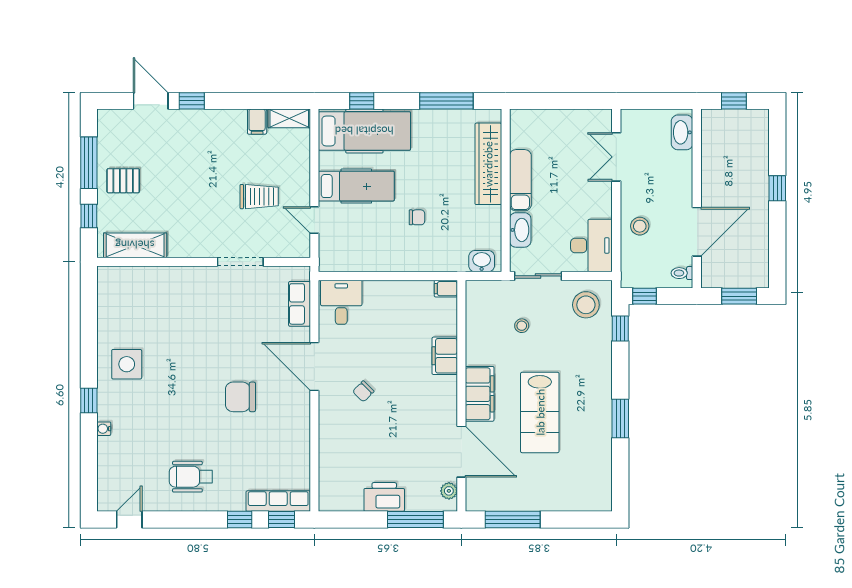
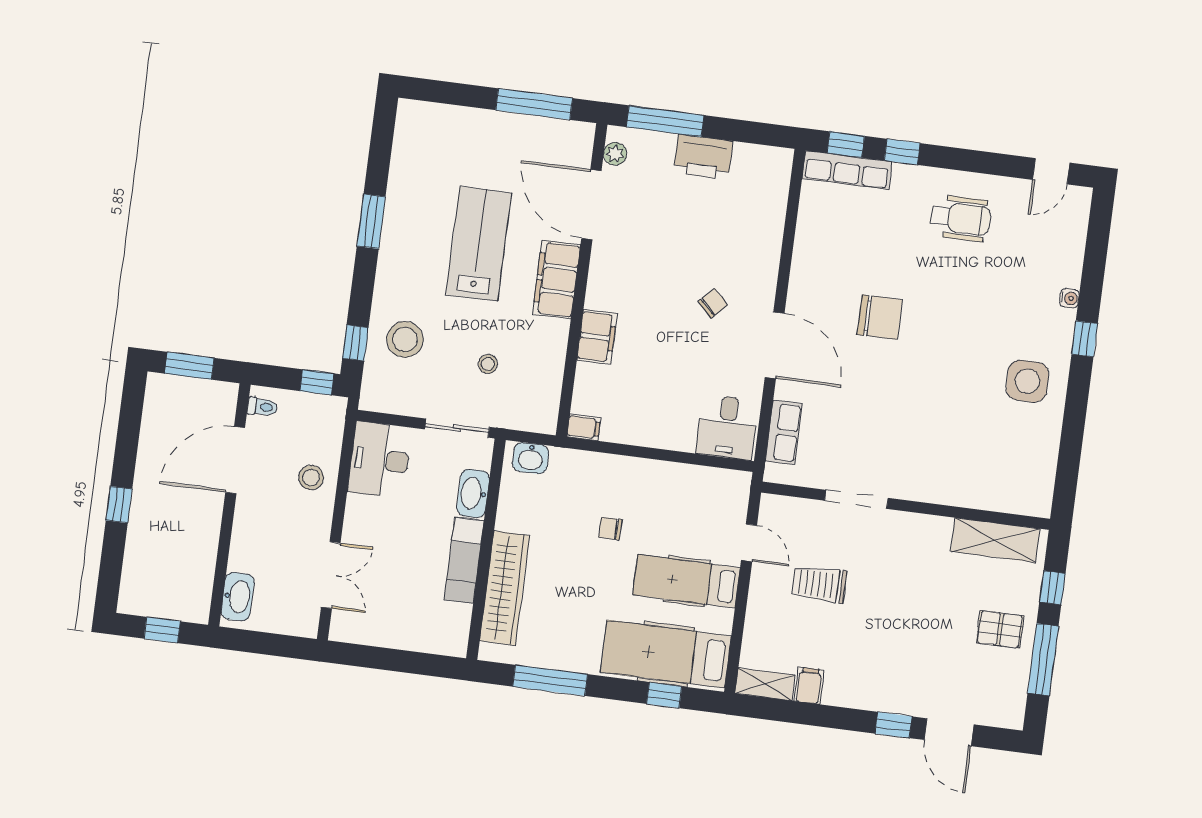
stool: (586, 305) -> (405, 339), moved

